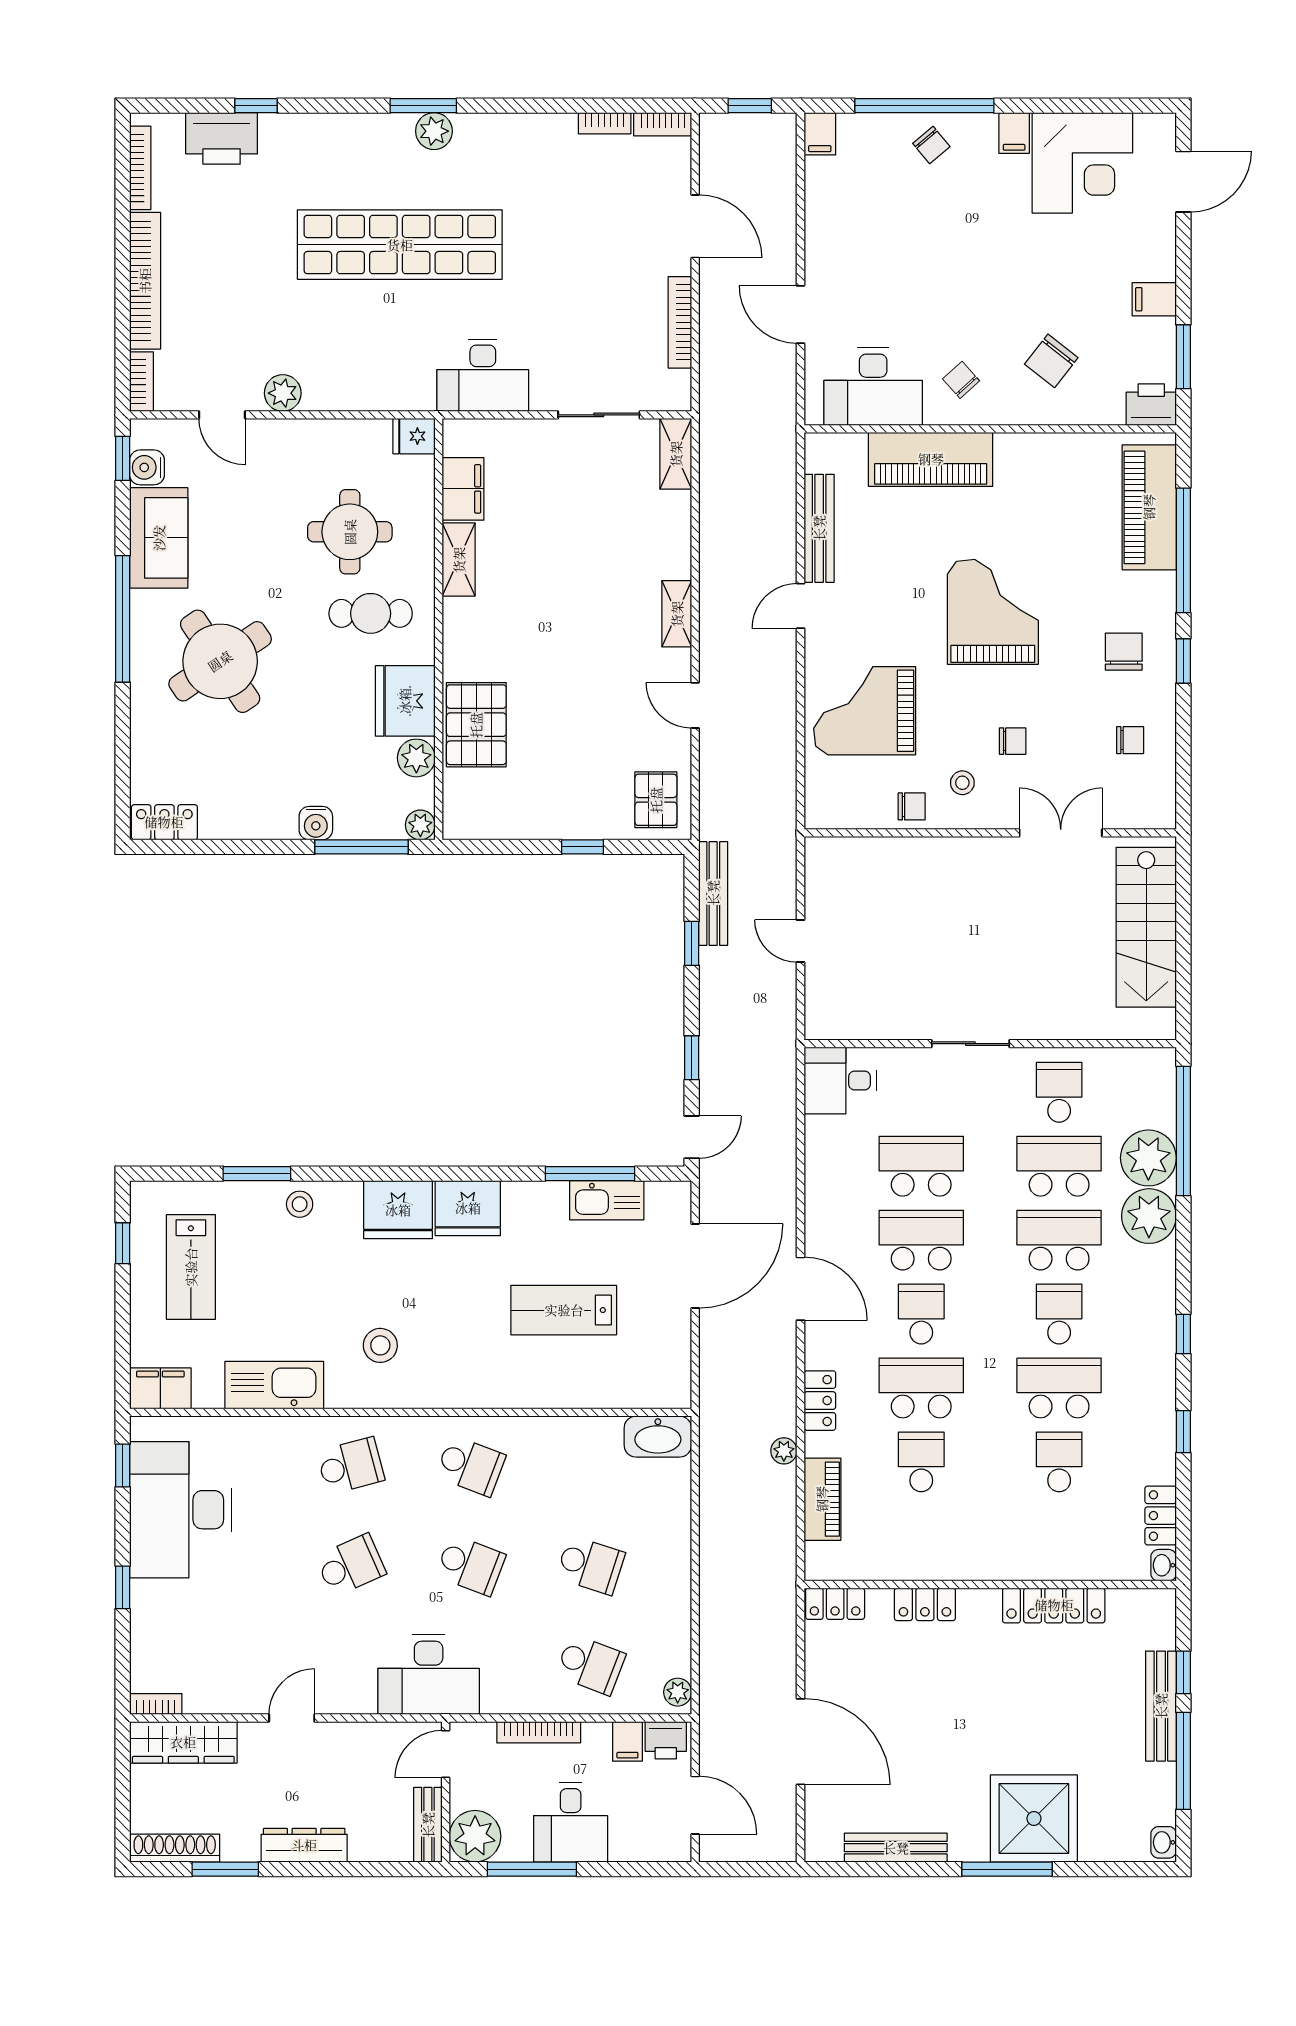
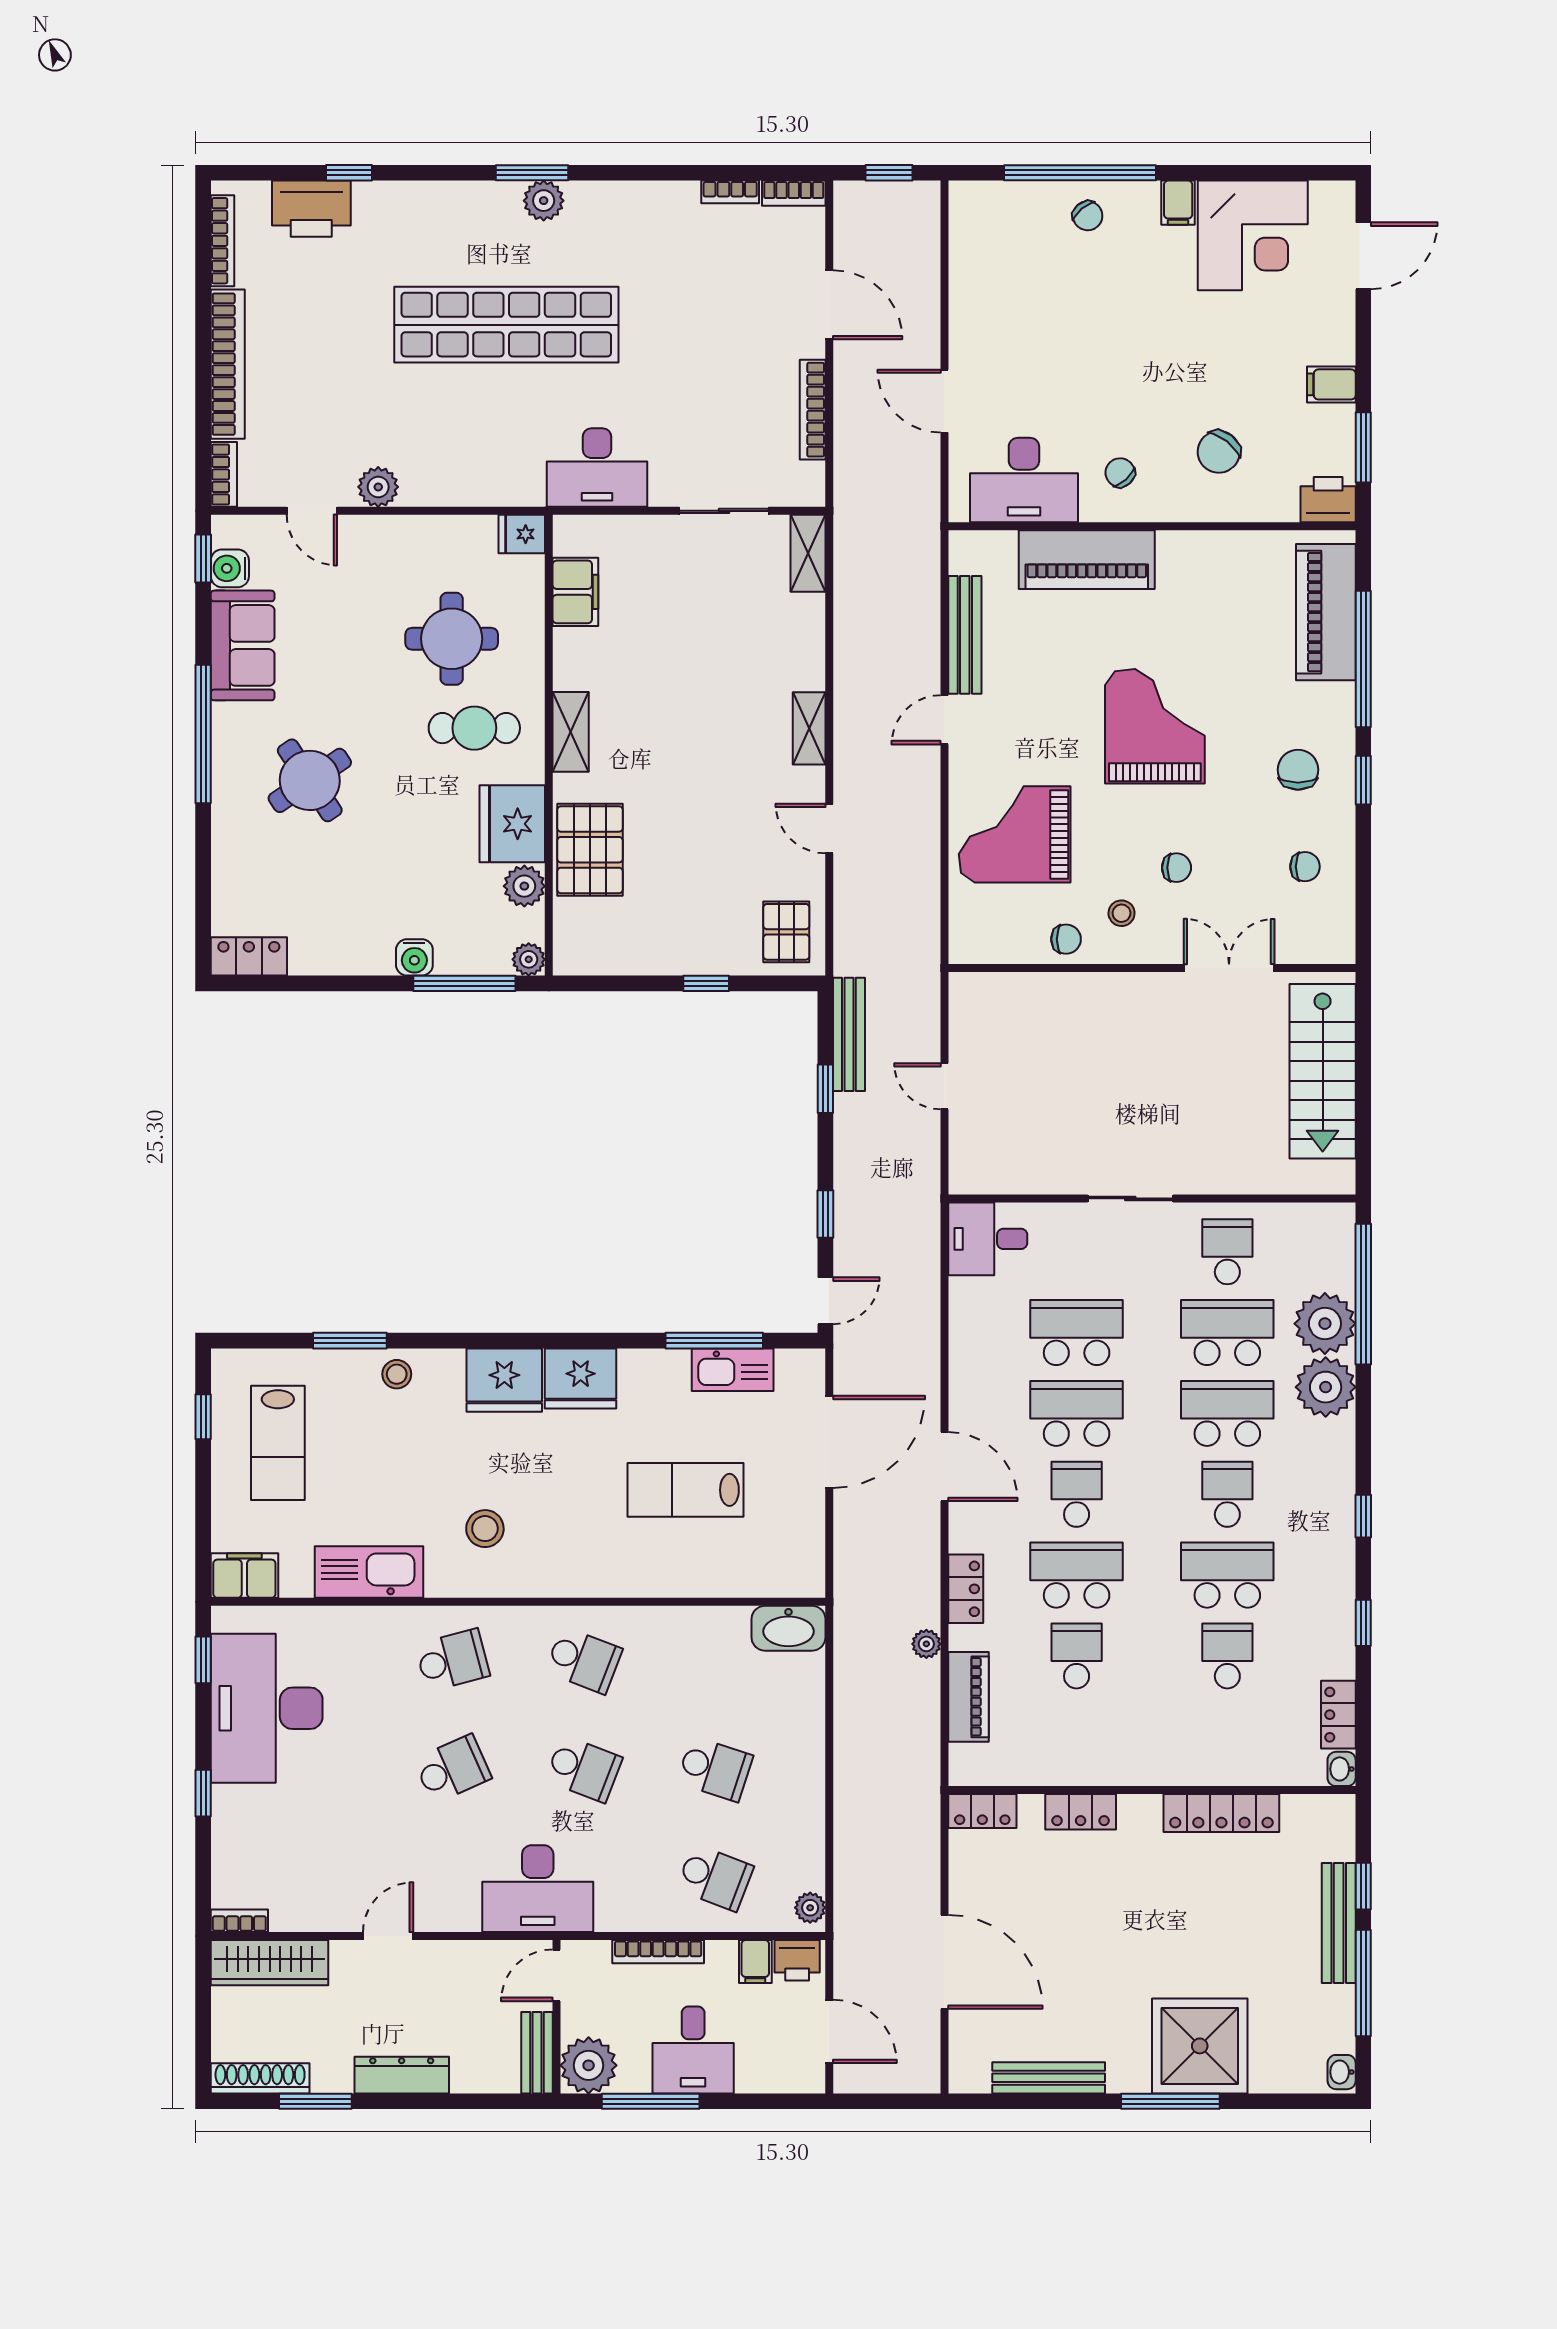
filing cabinet: (820, 134) -> (966, 204), removed
shelving: (459, 560) -> (571, 732), moved
round table: (220, 661) -> (310, 780), width x0.73, depth x0.73

